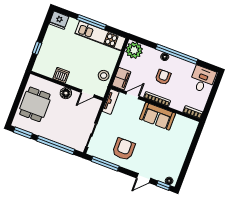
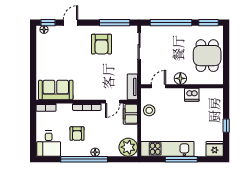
window: (37, 48) -> (226, 126), moved
armchair: (163, 77) -> (77, 134), moved
sofa: (158, 116) -> (56, 90), moved

